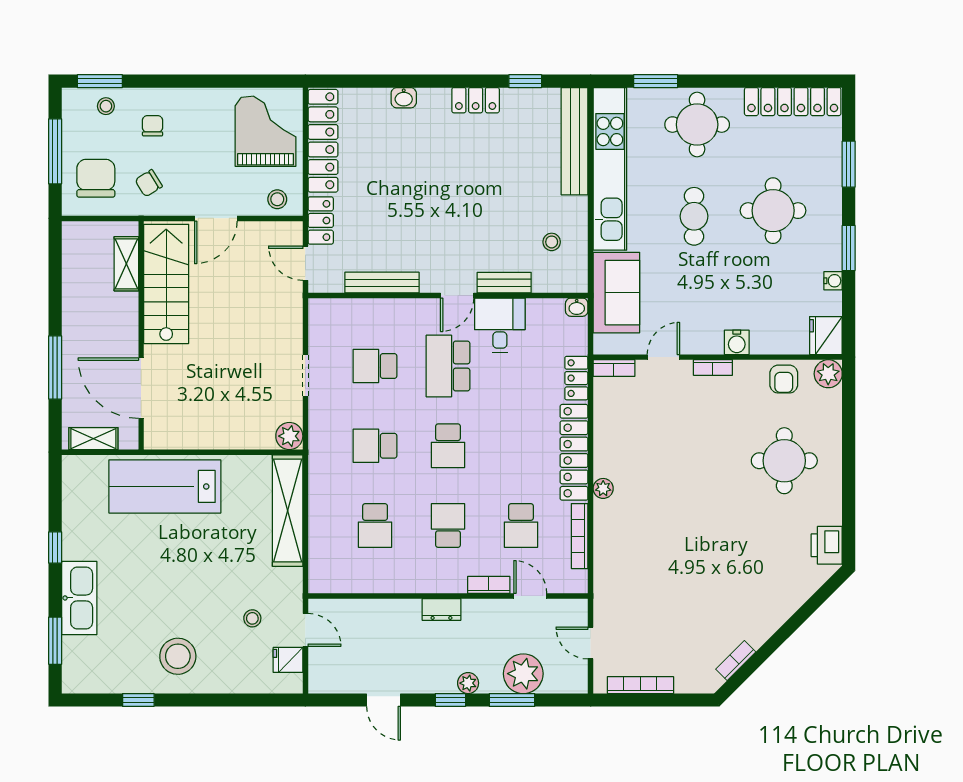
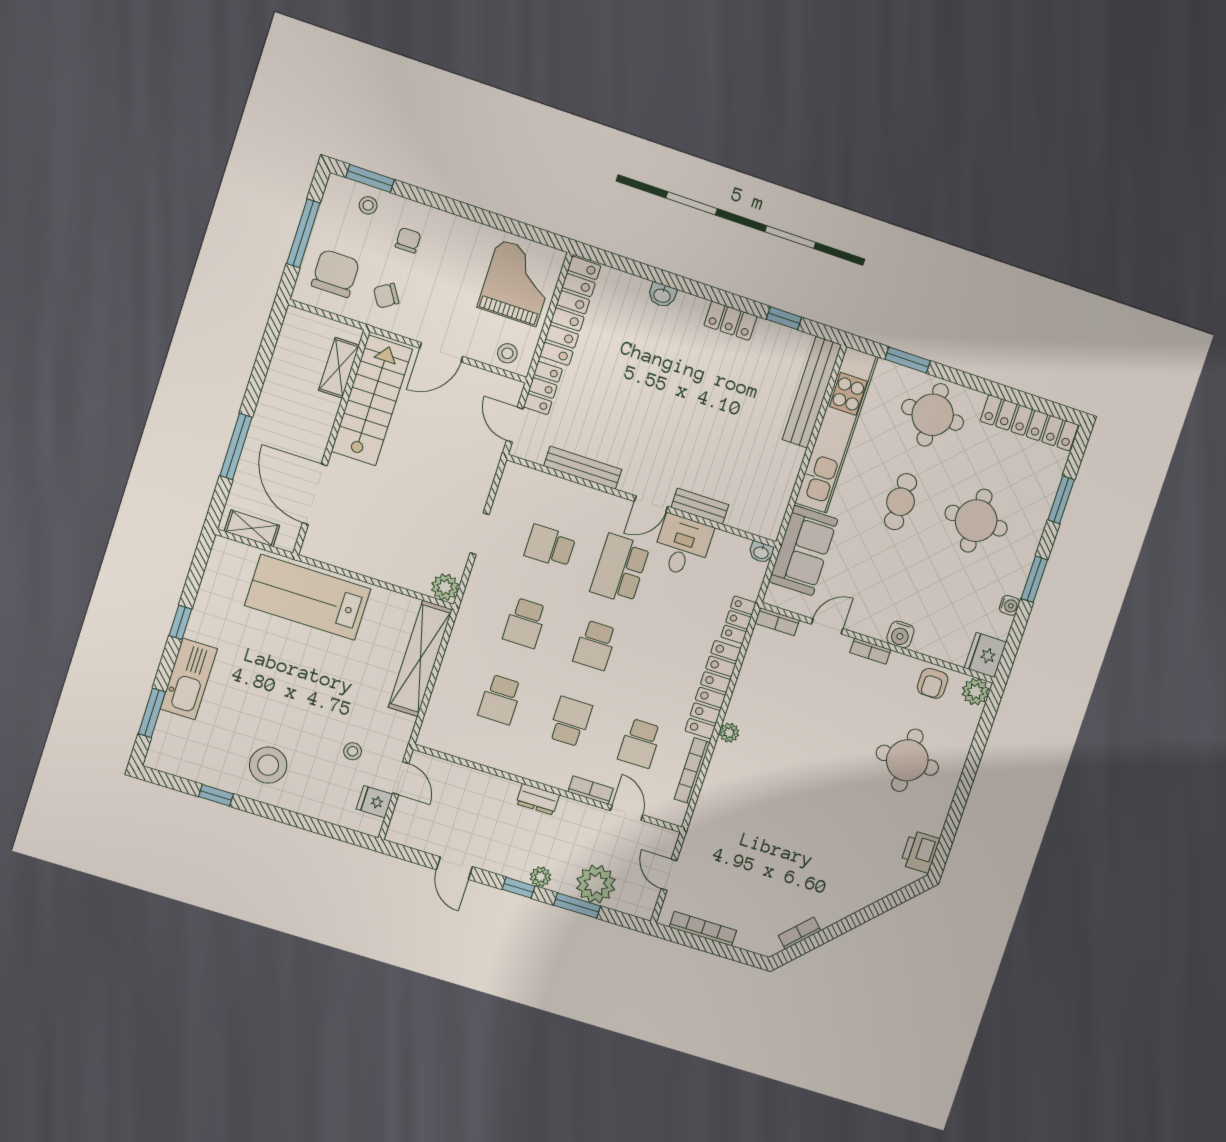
stool: (552, 242) -> (758, 482), removed
school desk: (375, 446) -> (525, 623), turned -90

